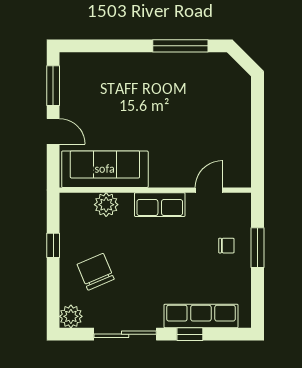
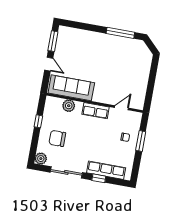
chair: (96, 272) -> (57, 138), turned -67

